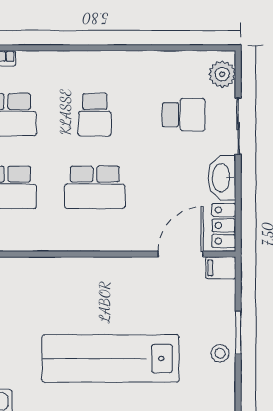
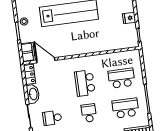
school desk: (95, 187) -> (85, 83), turned -90
door: (181, 254) -> (46, 60), swing flipped
filing cabinet: (221, 268) -> (28, 52), width x2.00

